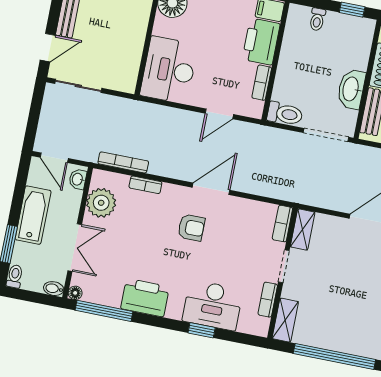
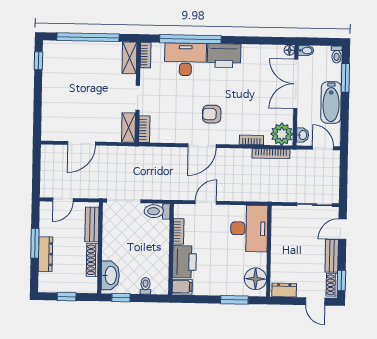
washbasin: (351, 89) -> (110, 275), moved
plant: (101, 203) -> (282, 134), moved
double door: (75, 248) -> (296, 84), width x1.37
printer: (145, 298) -> (224, 56), moved
bookcase: (268, 300) -> (145, 55), moved
window: (104, 311) -> (266, 41), removed
window: (202, 330) -> (190, 39), width x3.17

